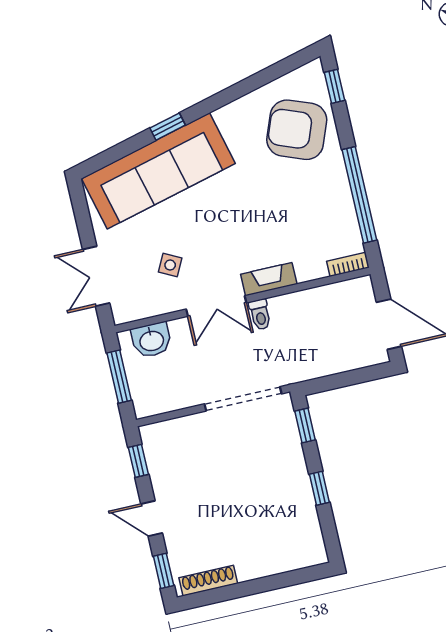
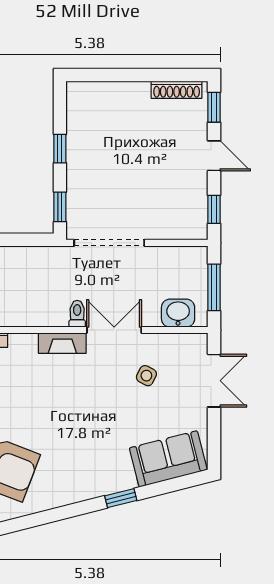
sofa: (158, 171) -> (168, 459), width x0.54, depth x0.79

